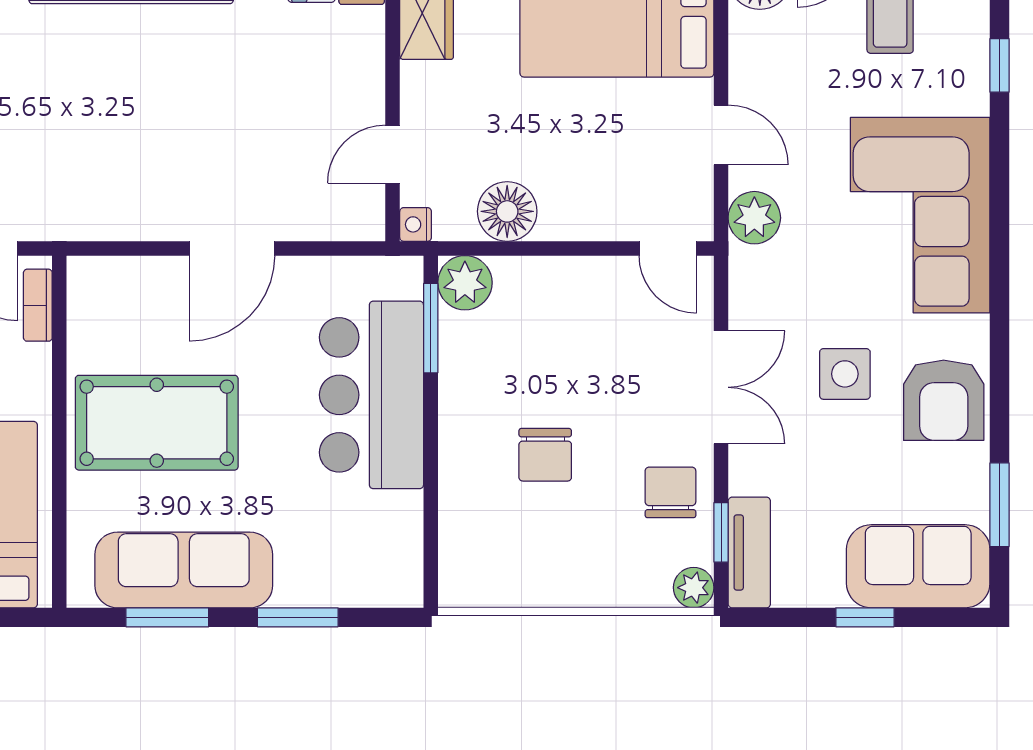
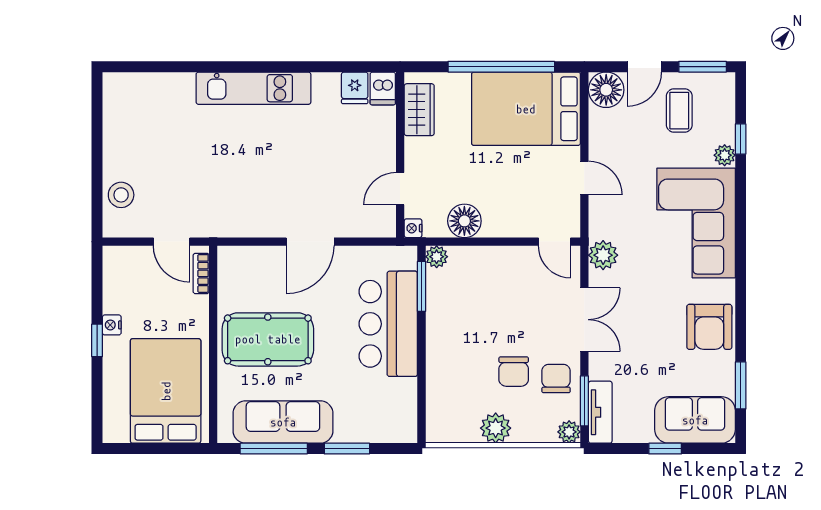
plant: (971, 94) -> (725, 155), added
plant: (754, 218) -> (603, 255), moved
plant: (465, 283) -> (437, 257), width x0.73, depth x0.73
side table: (845, 374) -> (654, 312), removed
chair: (545, 455) -> (514, 372), moved
window: (721, 532) -> (584, 401), width x1.50
plant: (563, 581) -> (496, 428), added
window: (167, 617) -> (274, 449), width x1.44

